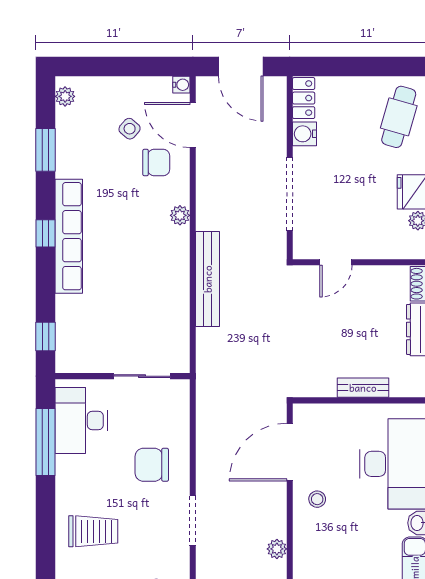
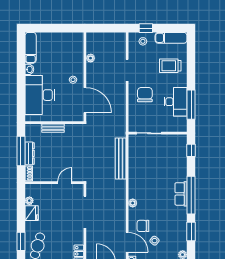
water cooler: (305, 134) -> (78, 238), removed
window: (45, 233) -> (191, 195), width x3.17
row of seats: (69, 236) -> (181, 194), width x0.50
bench: (208, 279) -> (121, 159), moved
desk: (81, 420) -> (175, 102), moved
door: (290, 452) -> (85, 100), hinge flipped
chair: (152, 465) -> (145, 95), turned -90

